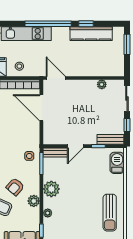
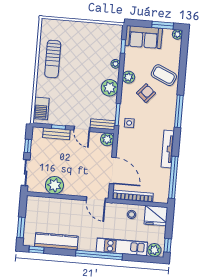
window: (86, 24) -> (36, 250), moved
plant: (102, 84) -> (54, 185), width x1.88, depth x1.88
plant: (50, 138) -> (107, 139), added
bench: (110, 139) -> (56, 134), moved
door: (75, 146) -> (82, 129), swing flipped
sun lounger: (110, 213) -> (53, 59), turned 180

